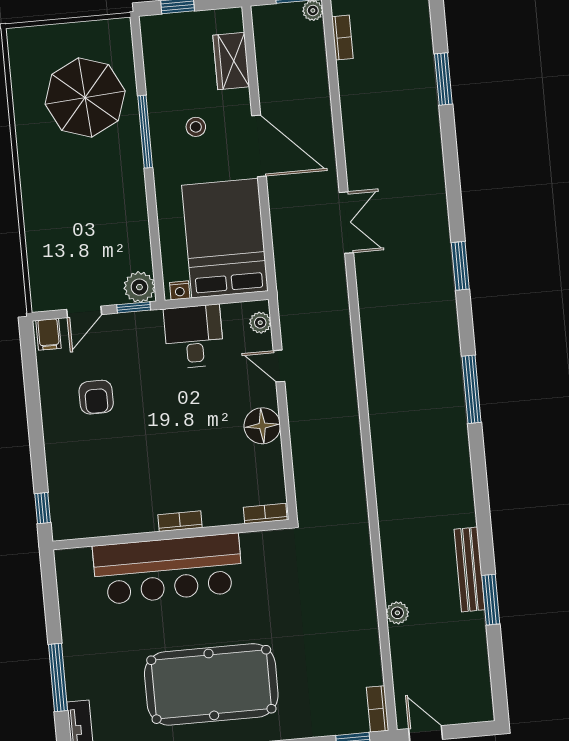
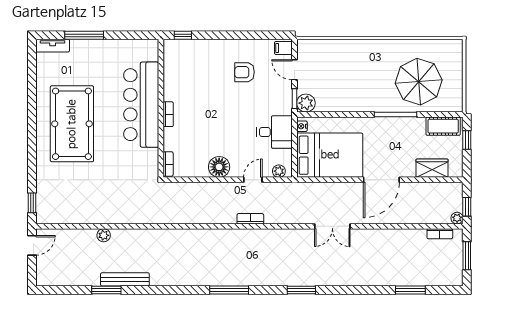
cot: (158, 49) -> (443, 126), added
stool: (196, 127) -> (396, 144), removed
bookcase: (378, 709) -> (250, 219), moved

